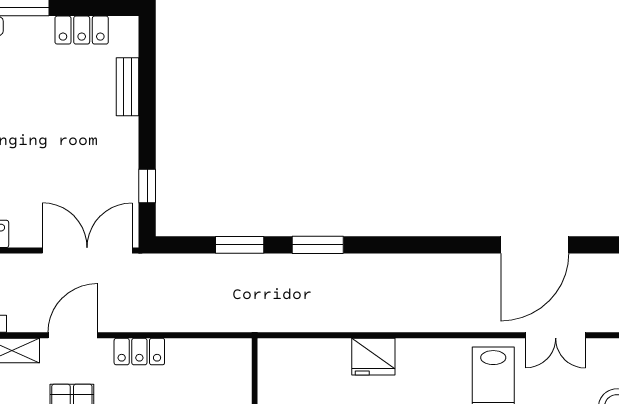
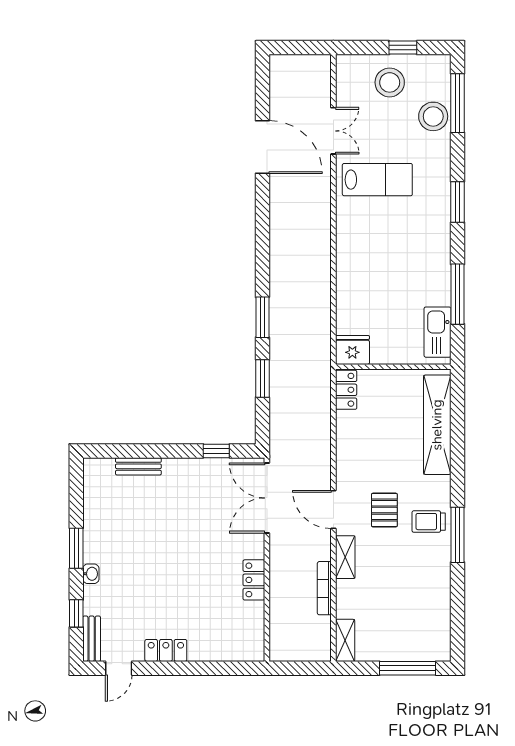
locker: (82, 30) -> (94, 502), removed
locker: (139, 352) -> (346, 390), moved
fridge: (373, 357) -> (352, 350), moved, turned -90

